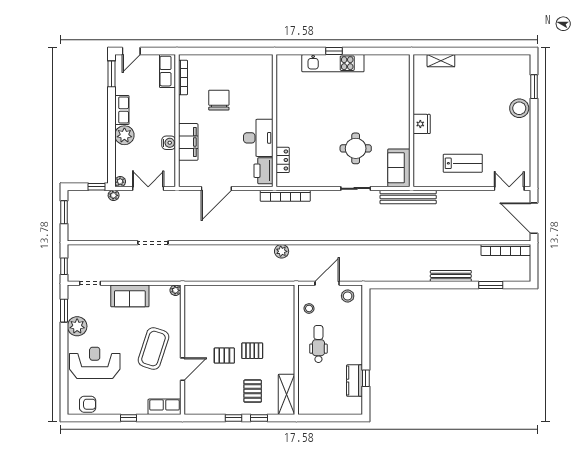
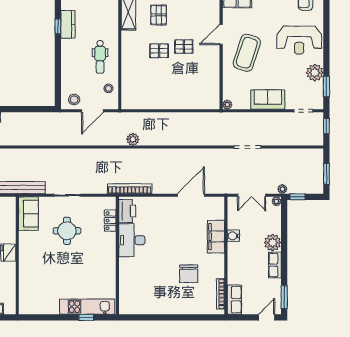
wall: (275, 121) -> (117, 256), moved
desk: (258, 138) -> (132, 240), moved
locker: (283, 160) -> (110, 221), moved
printer: (264, 171) -> (127, 211), moved

